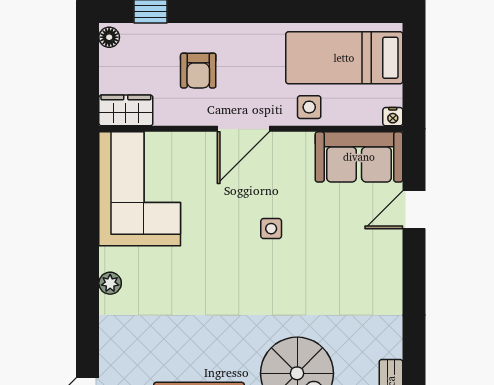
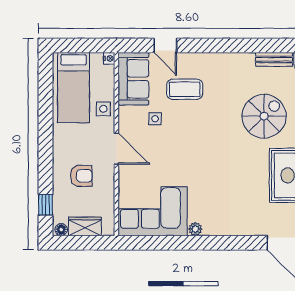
wardrobe: (126, 110) -> (85, 226), moved, turned 90
side table: (271, 229) -> (155, 119), moved
coffee table: (342, 242) -> (185, 89), added
plant: (110, 283) -> (195, 229), moved

